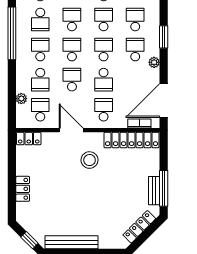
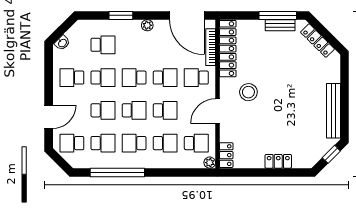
school desk: (72, 20) -> (103, 110), turned 180
school desk: (104, 20) -> (103, 78), turned 180
school desk: (135, 20) -> (103, 45), turned 180
school desk: (72, 50) -> (134, 110), turned 180
school desk: (135, 50) -> (134, 45), removed
school desk: (72, 80) -> (165, 110), turned 180
plant: (21, 99) -> (210, 163), moved
school desk: (40, 110) -> (196, 143), turned 180
bookcase: (139, 124) -> (211, 47), width x1.56

